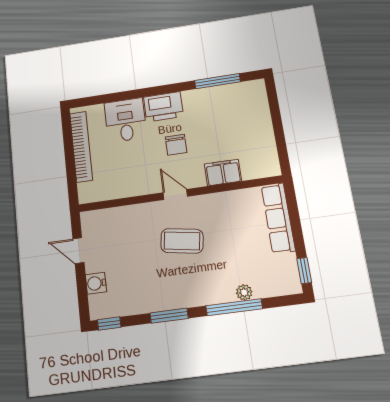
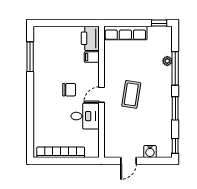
printer: (163, 107) -> (90, 38), moved, turned 180
desk: (125, 120) -> (85, 116), moved, turned 180
filing cabinet: (223, 173) -> (92, 57), width x0.50

